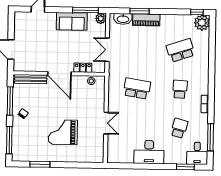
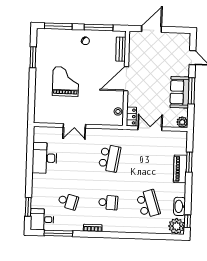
window: (85, 10) -> (191, 91), moved
washbasin: (123, 19) -> (180, 206), moved
locker: (83, 68) -> (131, 117), moved
bench: (31, 79) -> (121, 49), width x0.73
desk: (149, 152) -> (44, 158), moved

